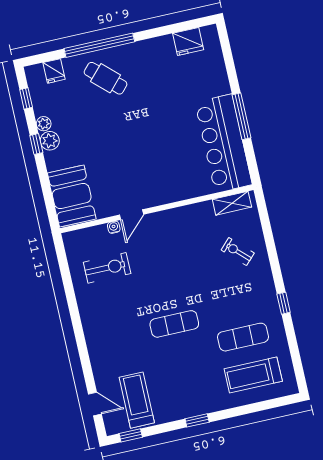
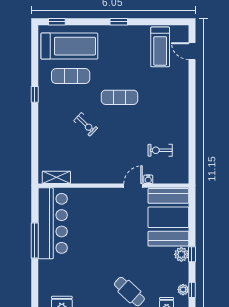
plant: (44, 124) -> (183, 290), moved
booth: (72, 196) -> (168, 217), width x1.36, depth x1.42
exercise bike: (238, 252) -> (86, 124), moved
exercise bike: (107, 268) -> (160, 150), width x0.73, depth x0.72
treadmill: (253, 375) -> (69, 46), width x1.37, depth x1.38
window: (131, 435) -> (57, 22), moved

